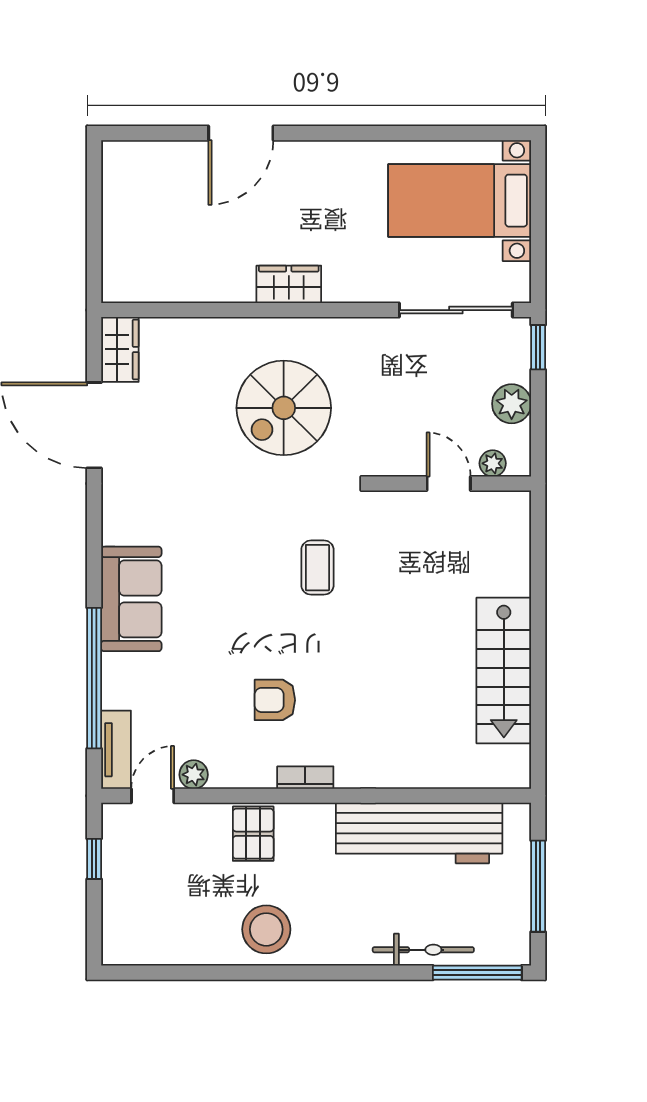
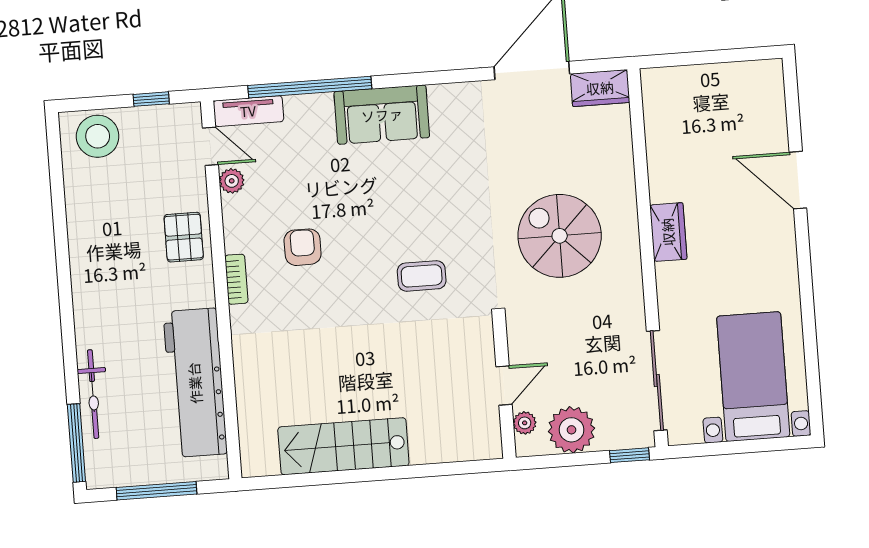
plant: (512, 404) -> (571, 430), width x1.36, depth x1.36
pallet: (253, 834) -> (184, 237), turned 90
stool: (266, 929) -> (98, 136), moved

